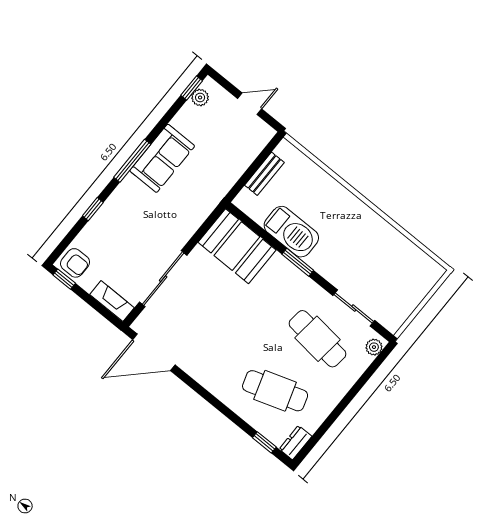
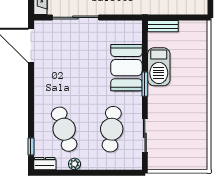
bench: (264, 174) -> (163, 26), moved
booth: (237, 246) -> (126, 68), moved
plant: (374, 347) -> (74, 164), moved

